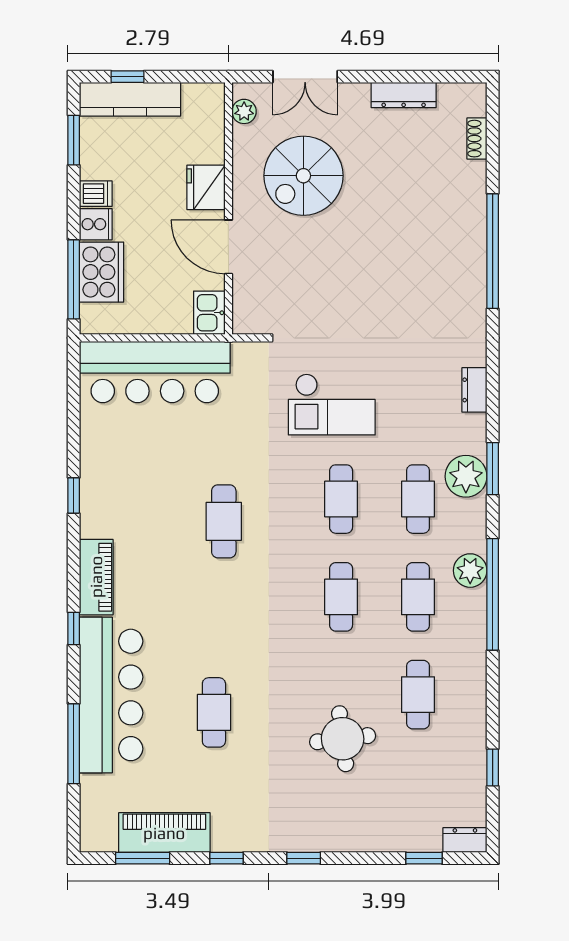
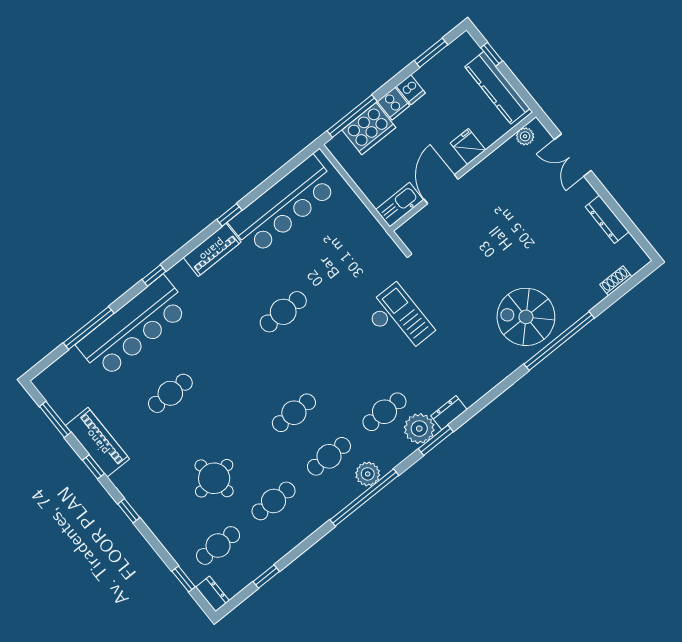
kitchen counter: (130, 99) -> (497, 88), moved
spiral stairs: (303, 176) -> (526, 317), moved
fridge: (206, 187) -> (468, 146), width x0.72
kitchen sink: (209, 313) -> (400, 205), width x1.38
bar counter: (155, 372) -> (284, 205), moved, turned -90
dresser: (474, 390) -> (449, 413), moved
checkout: (332, 404) -> (399, 320), turned 180
cafe table: (341, 499) -> (218, 546), moved
piano: (96, 577) -> (212, 250), moved
piano: (164, 833) -> (97, 442), moved

